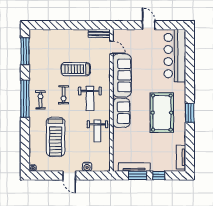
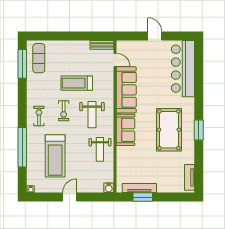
exercise mat: (40, 46) -> (39, 58), added
window: (25, 99) -> (22, 147), moved
water cooler: (87, 167) -> (109, 188), moved
door: (69, 175) -> (70, 197), swing flipped
window: (159, 175) -> (166, 197), removed

